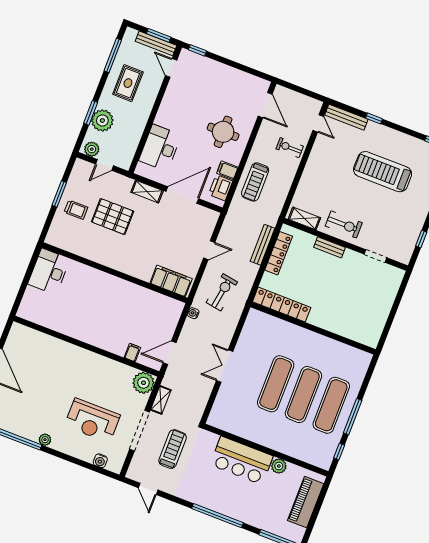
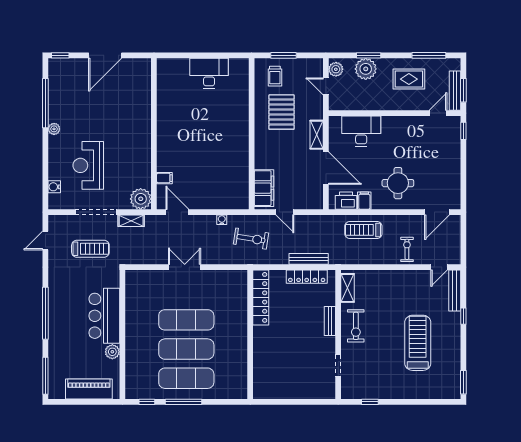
wall: (115, 273) -> (252, 134), moved
filing cabinet: (171, 281) -> (264, 188), moved

